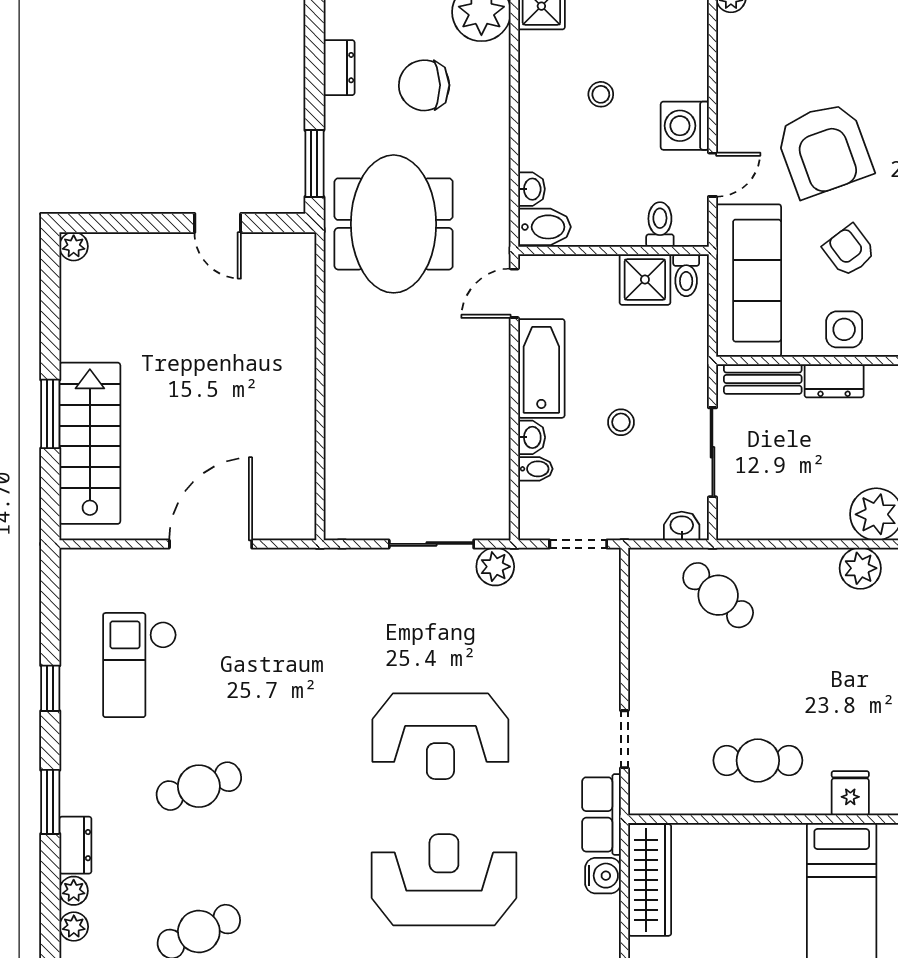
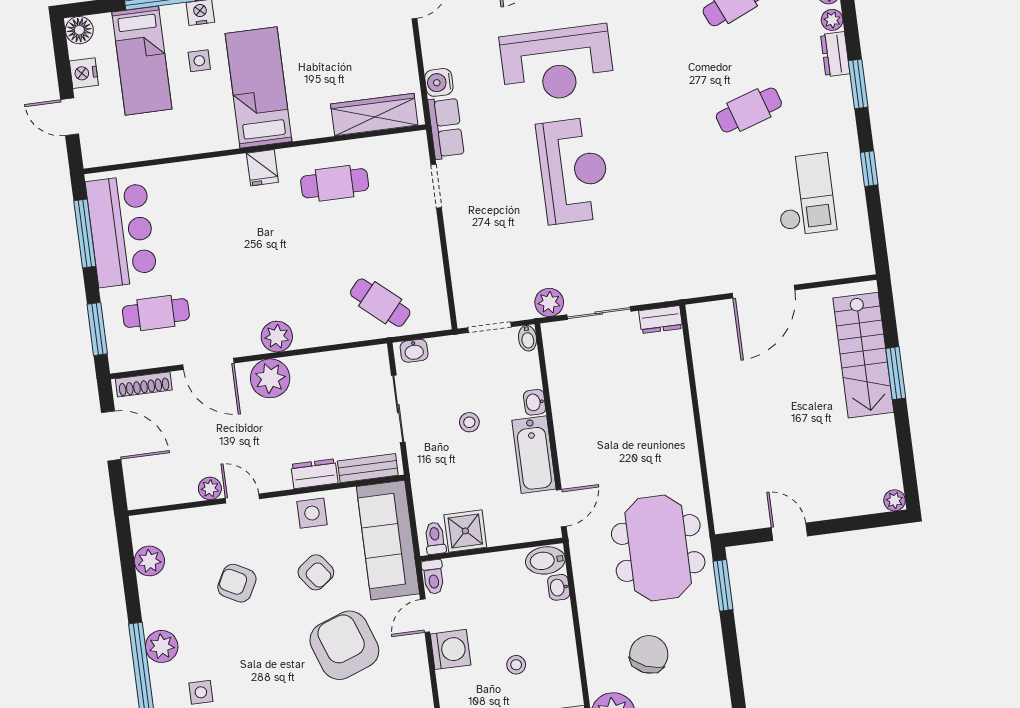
dresser: (339, 68) -> (661, 320), moved, turned -90
chair: (424, 85) -> (649, 654), turned -66
toilet: (660, 224) -> (433, 577), moved
bidet: (535, 469) -> (528, 338), moved, turned -90
reception desk: (440, 736) -> (574, 171), turned 90
wardrobe: (650, 880) -> (374, 115), moved, turned 90

